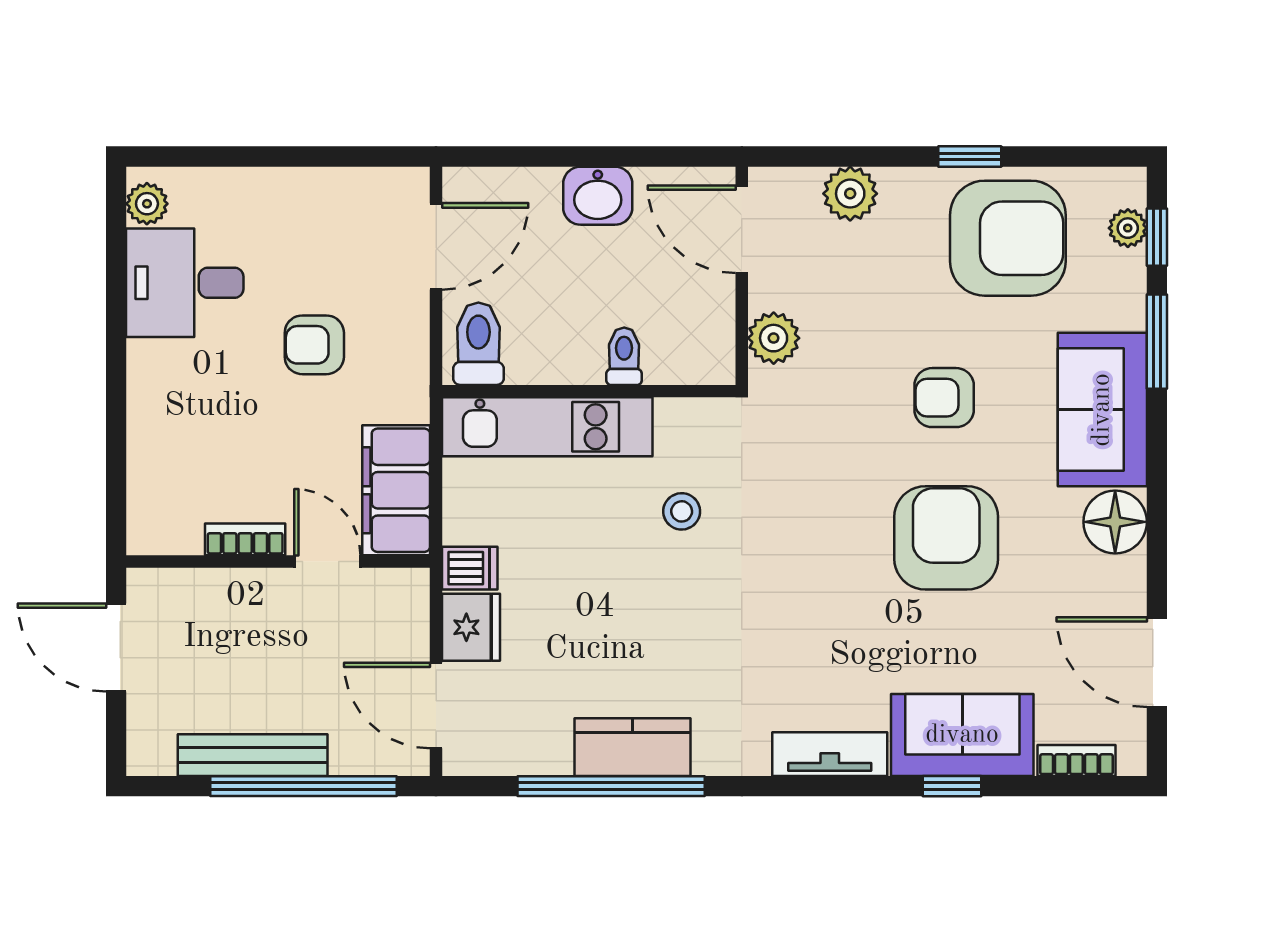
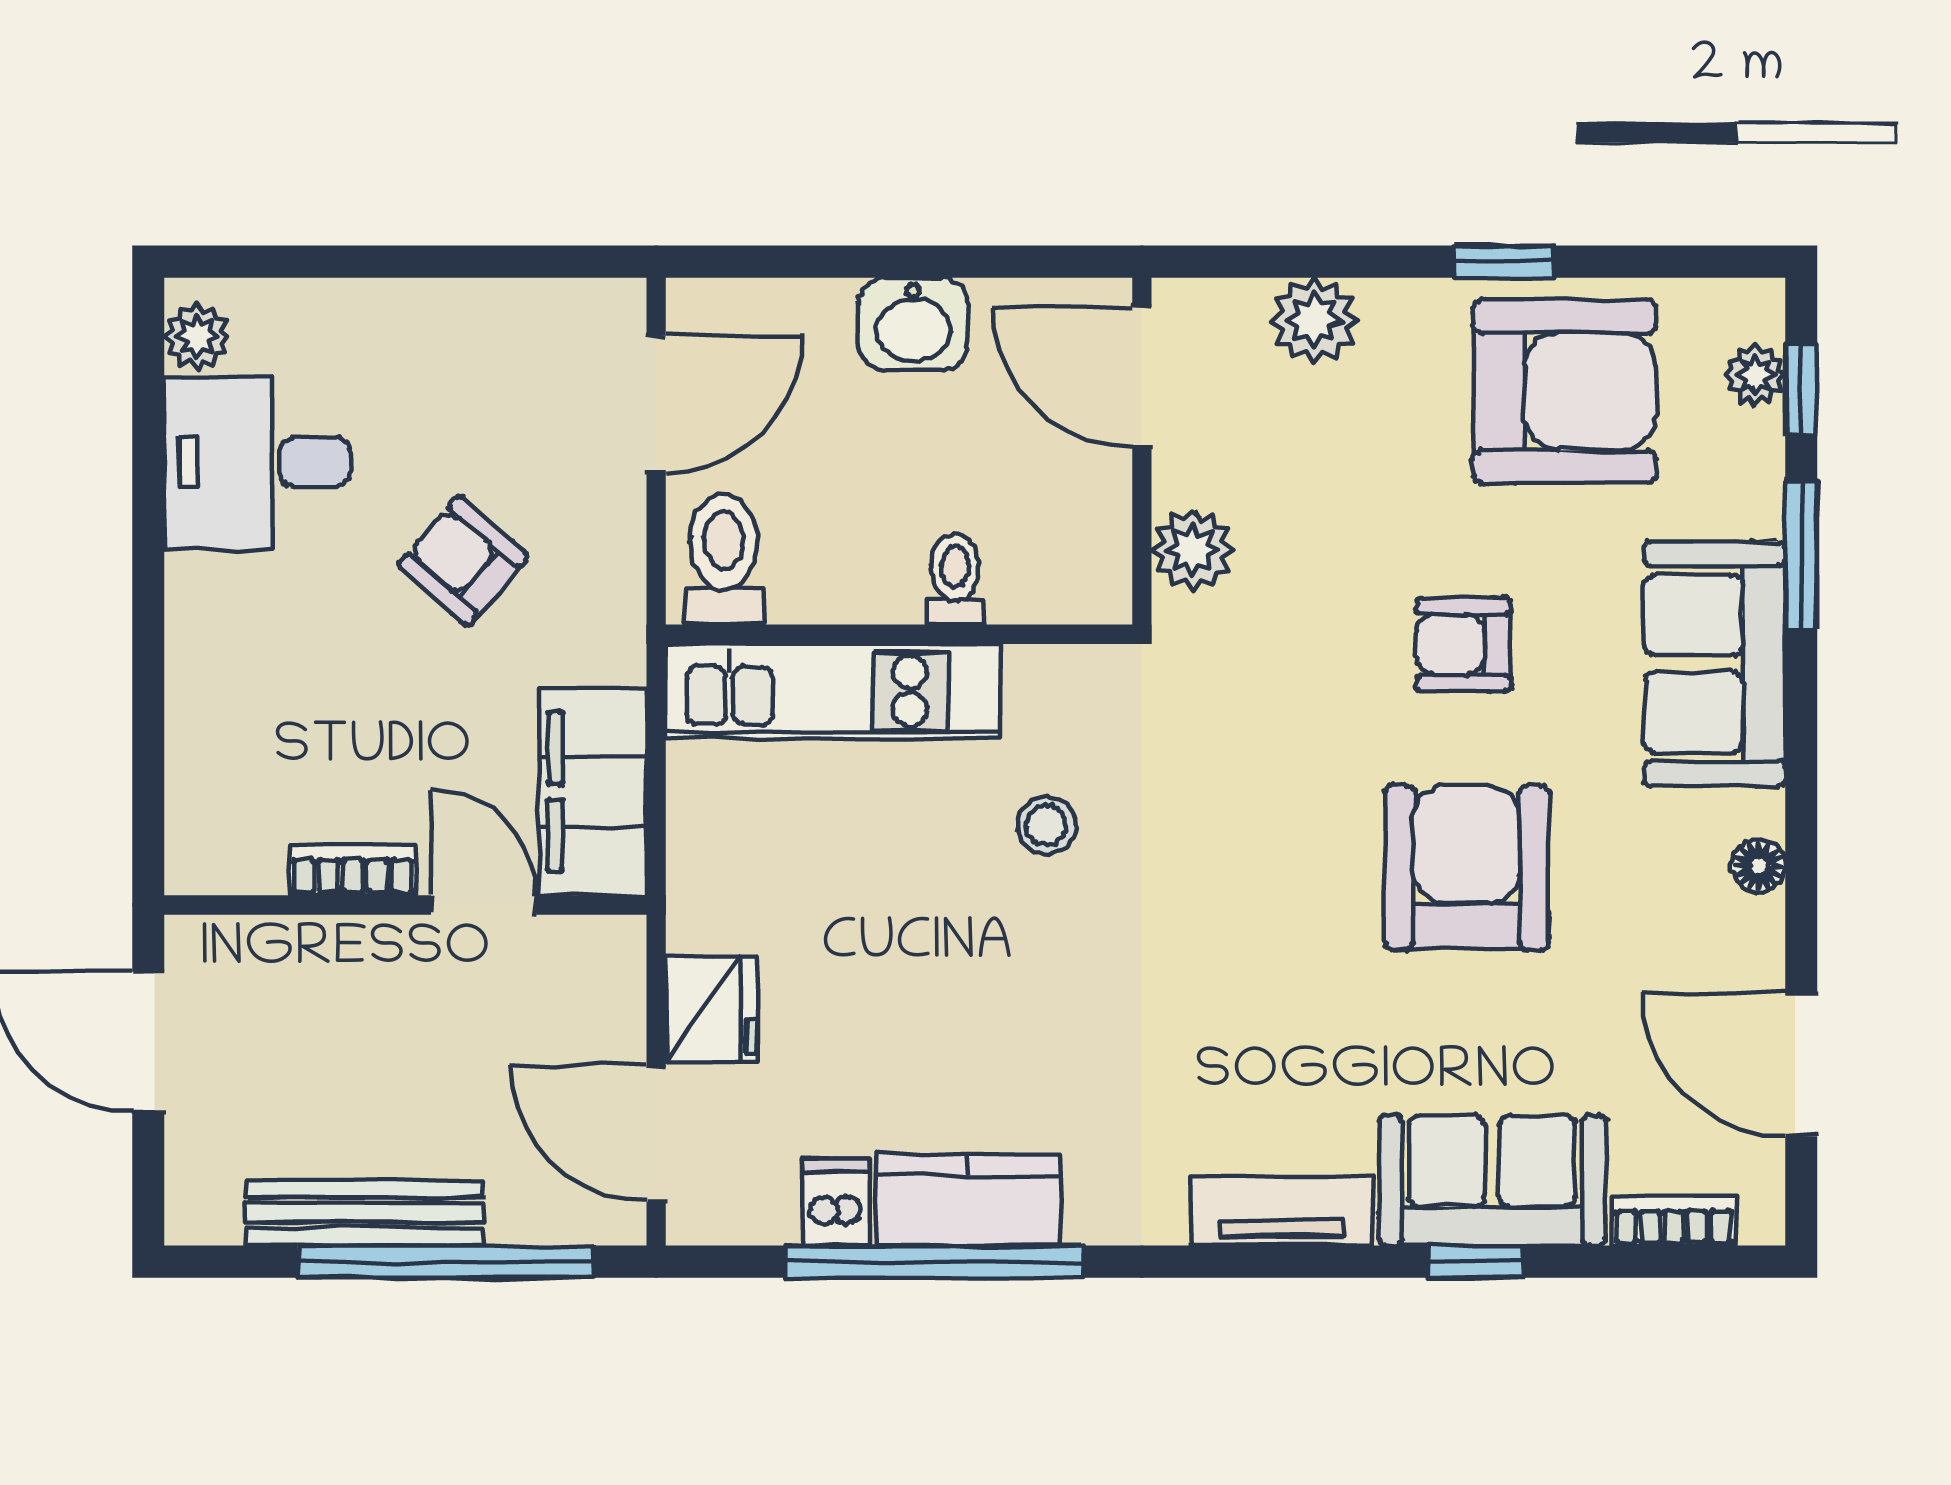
armchair: (314, 345) -> (463, 561), turned 41
floor lamp: (1115, 522) -> (1759, 866), width x0.53, depth x0.53
dishwasher: (470, 568) -> (836, 1202), moved, turned -90

